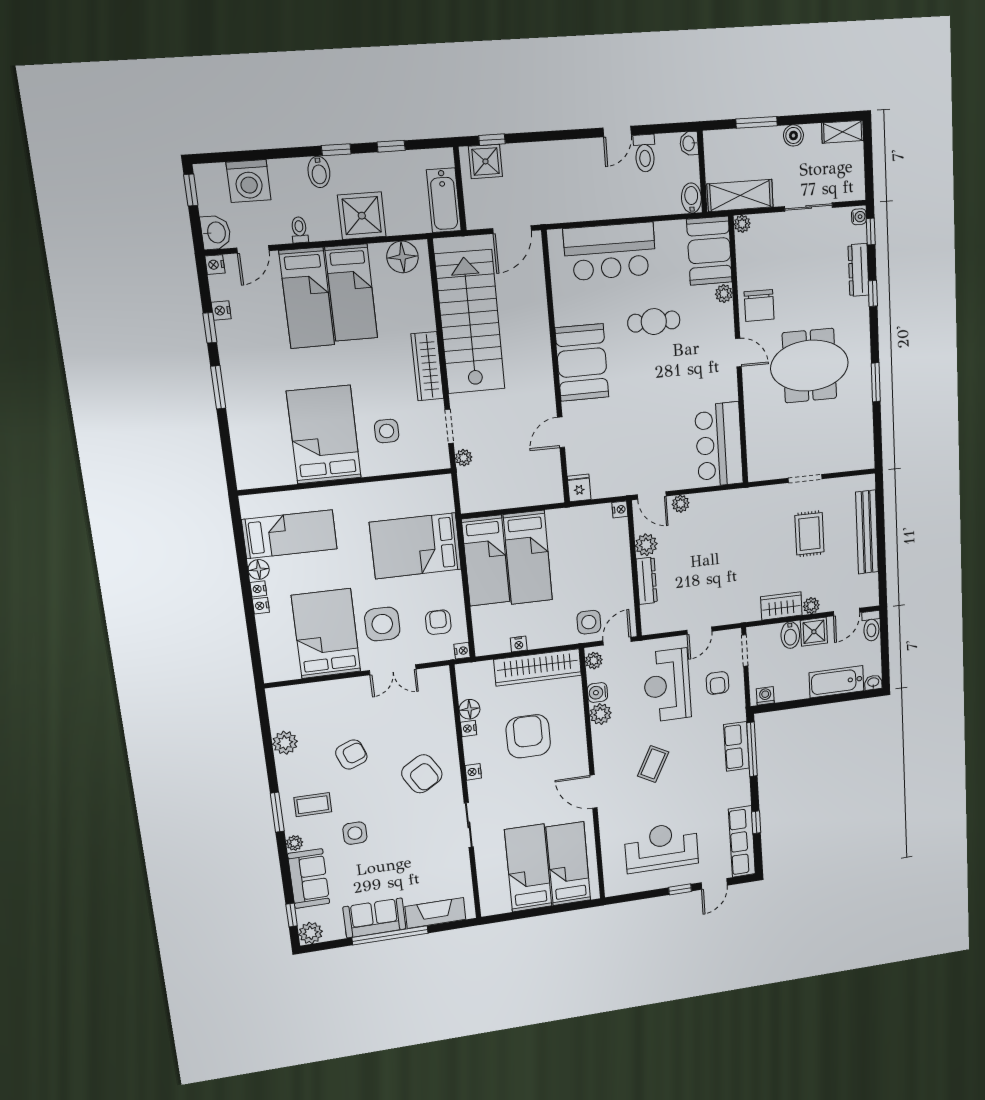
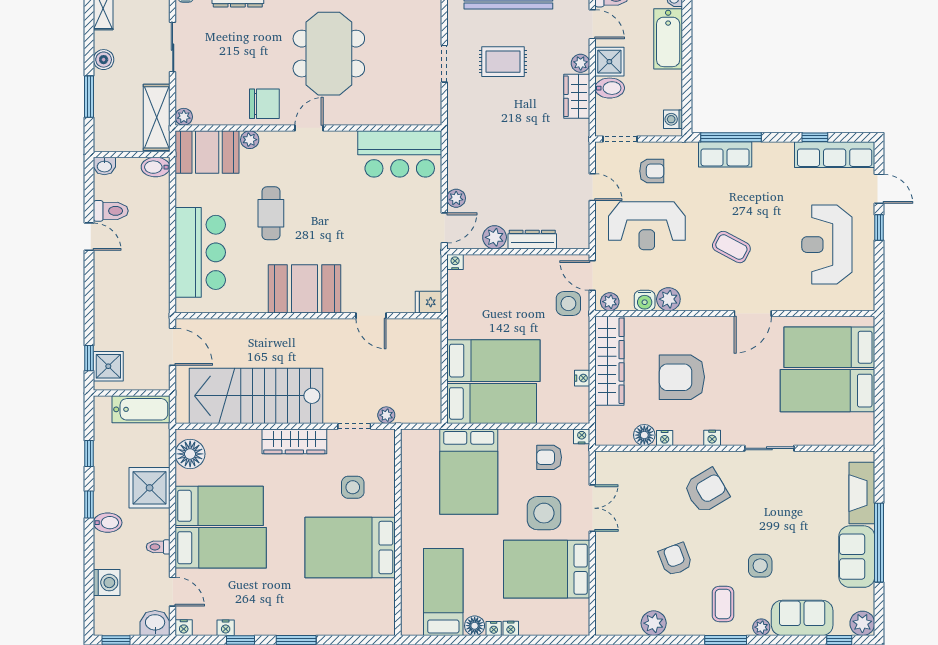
washing machine: (249, 181) -> (107, 583), width x0.73, depth x0.73

